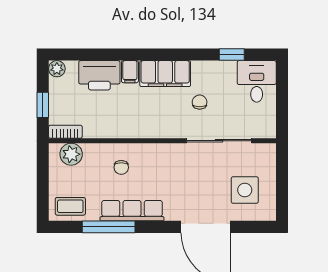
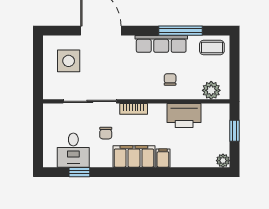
printer: (99, 75) -> (184, 115), moved, turned 180
desk: (257, 81) -> (73, 150), moved
bookcase: (65, 132) -> (134, 109), moved

